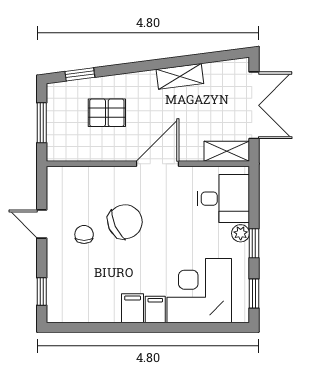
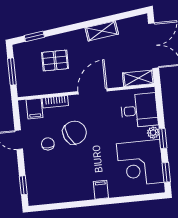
bookcase: (101, 174) -> (55, 102), added
corner desk: (199, 291) -> (140, 163), moved, turned -90
filing cabinet: (133, 308) -> (35, 109), moved, turned 180

